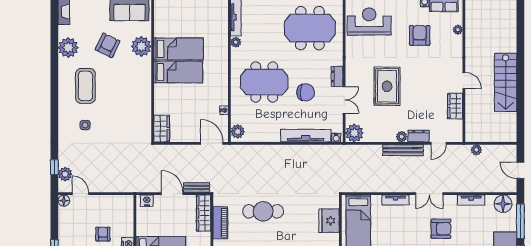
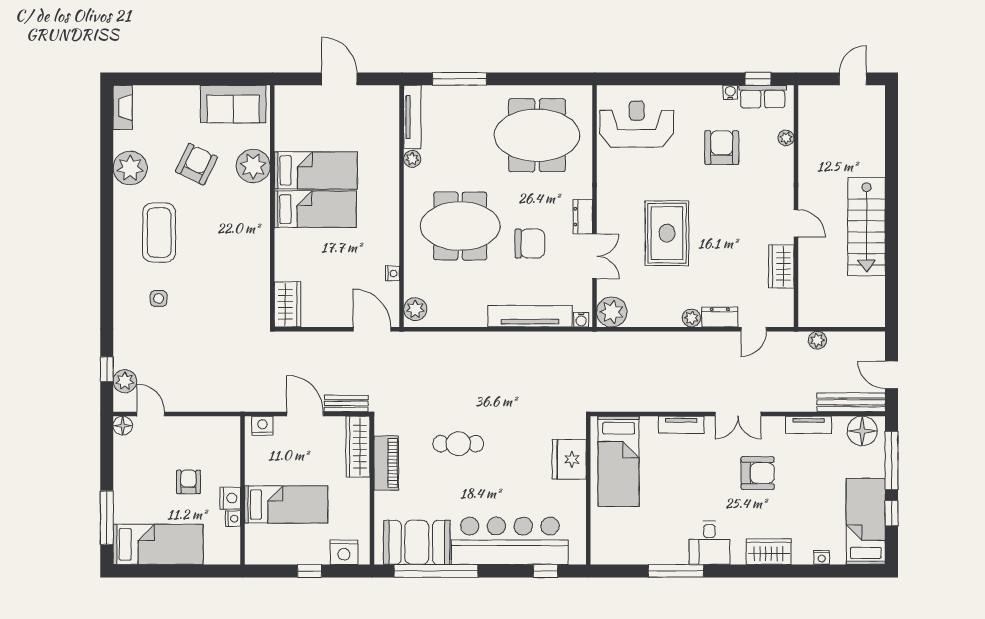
bench: (403, 150) -> (851, 402), moved
cafe table: (263, 211) -> (458, 444), width x0.73, depth x0.74

